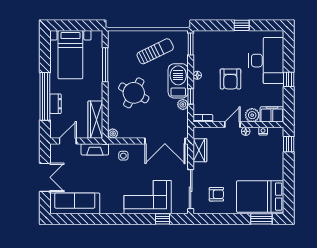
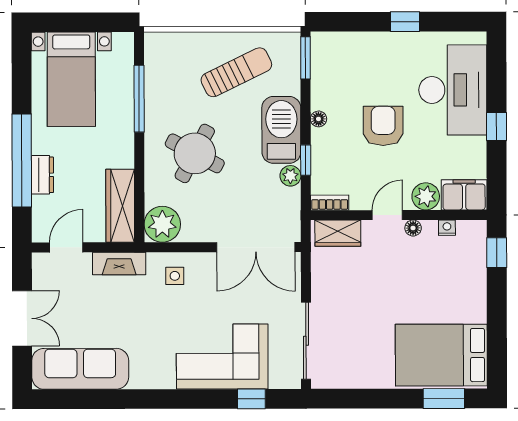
armchair: (230, 79) -> (383, 126), turned 180
plant: (113, 134) -> (162, 224), width x1.88, depth x1.88
wardrobe: (200, 150) -> (338, 233), moved, turned 90
armchair: (216, 194) -> (356, 351), removed

